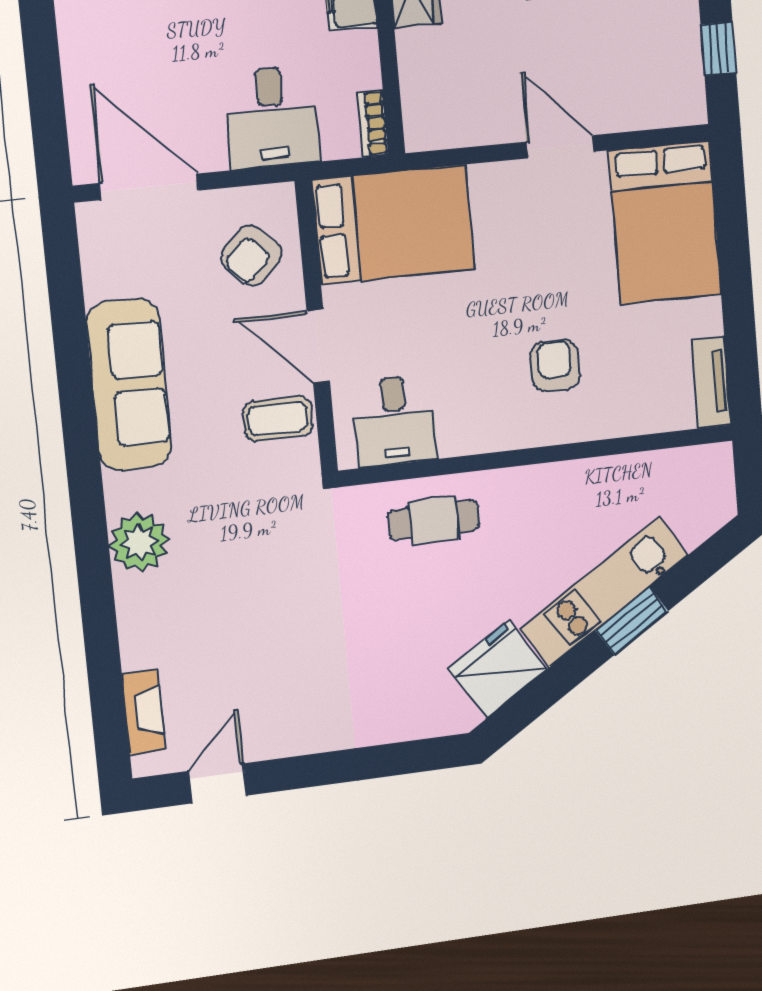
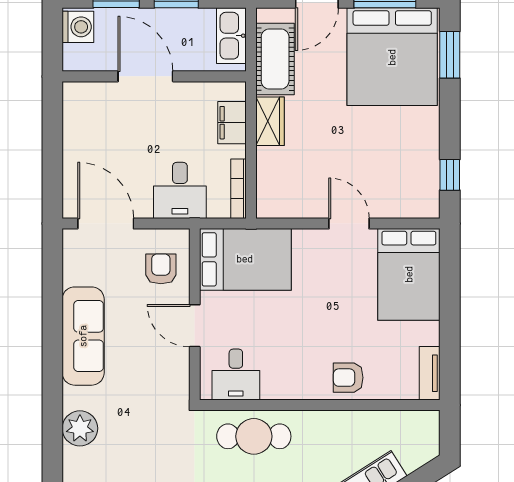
bookcase: (373, 123) -> (239, 189), width x1.56
armchair: (252, 255) -> (161, 269), turned 135
armchair: (555, 366) -> (348, 378), moved, turned -90
coffee table: (278, 419) -> (167, 365), removed
cafe table: (434, 520) -> (254, 436), width x1.37, depth x1.35

